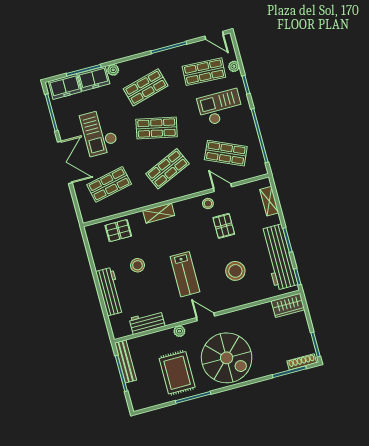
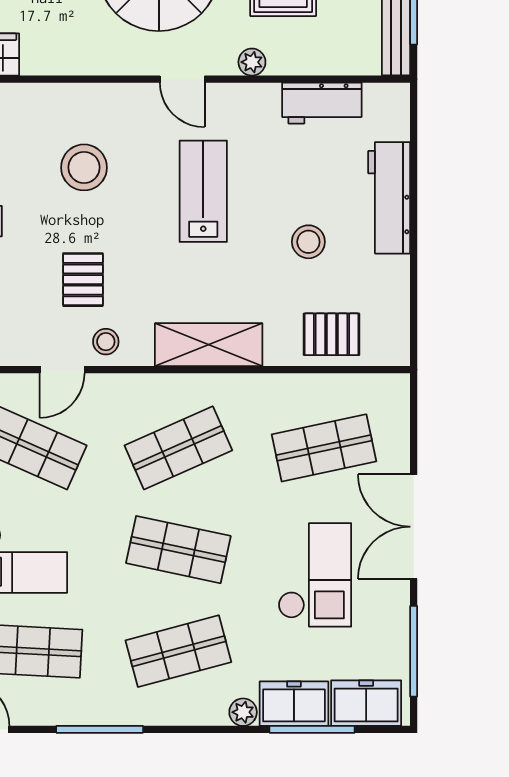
door: (222, 188) -> (62, 370), hinge flipped
shelving: (159, 213) -> (209, 345), width x1.50, depth x1.33

